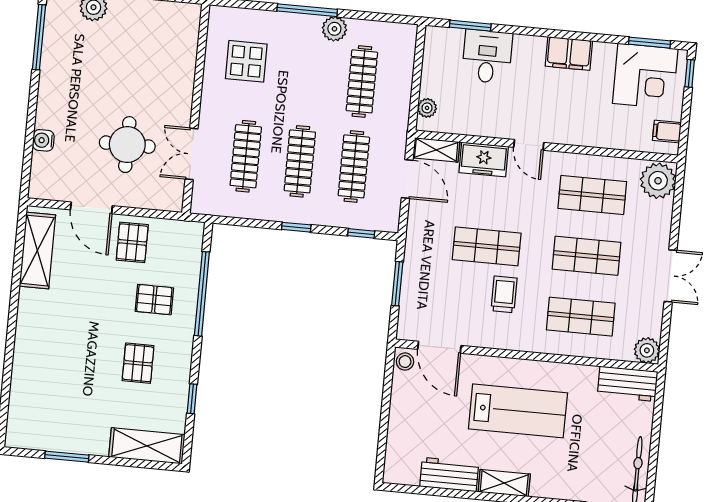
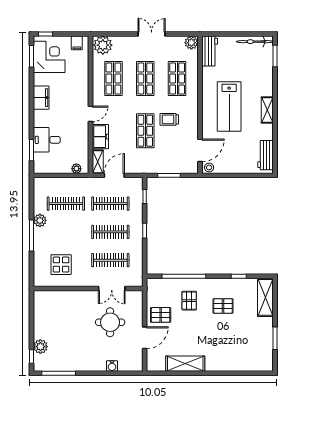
shelving: (37, 251) -> (185, 364), moved
lab bench: (518, 411) -> (229, 106), turned 180
workbench: (449, 475) -> (266, 155), moved

